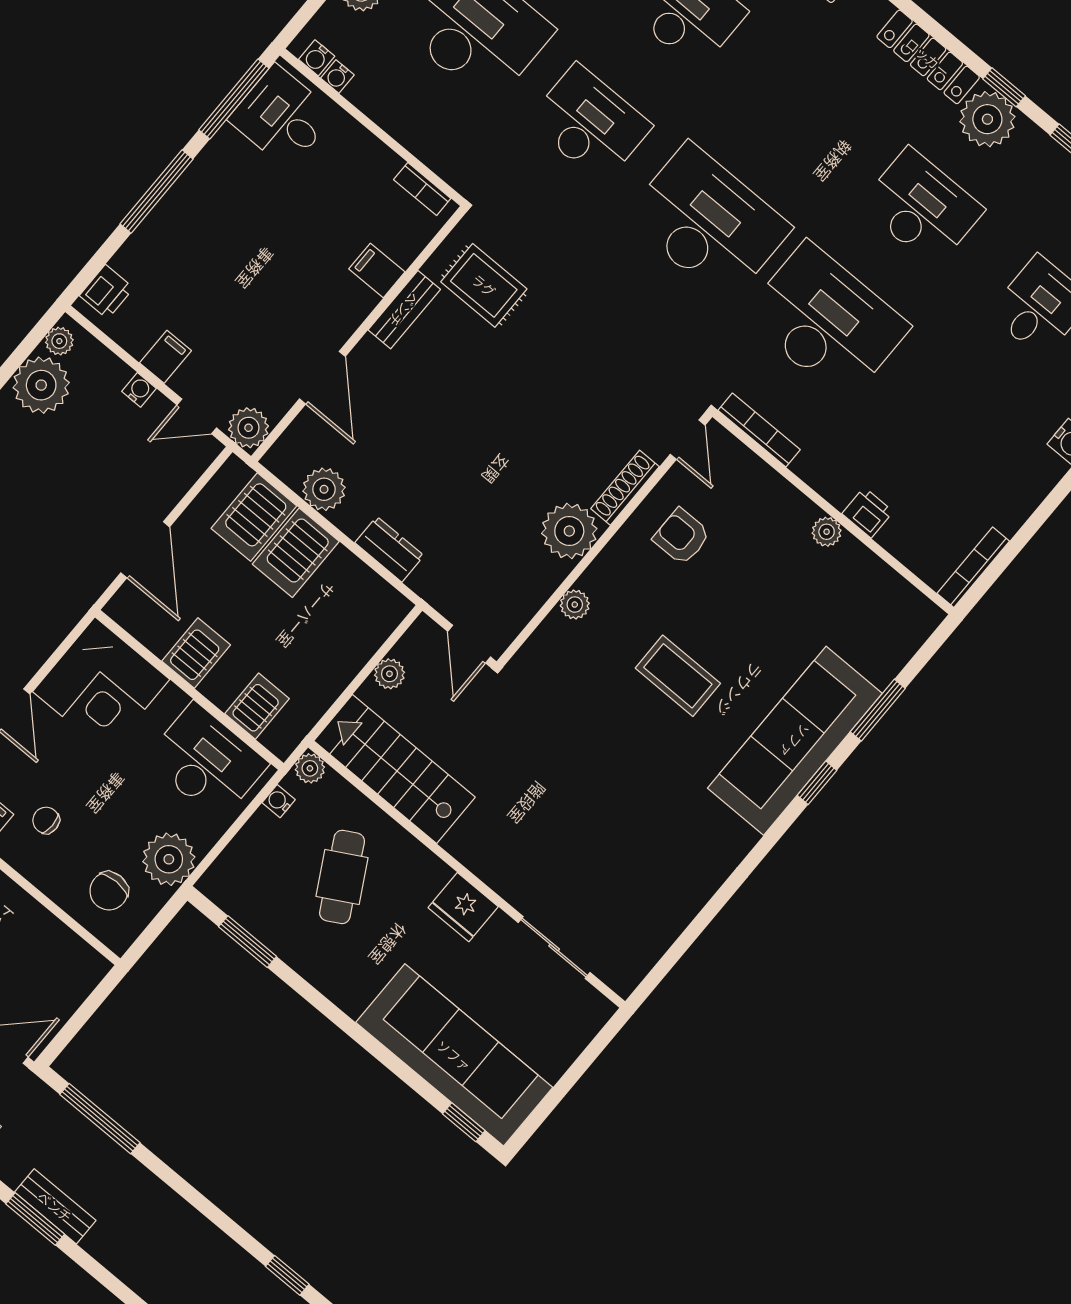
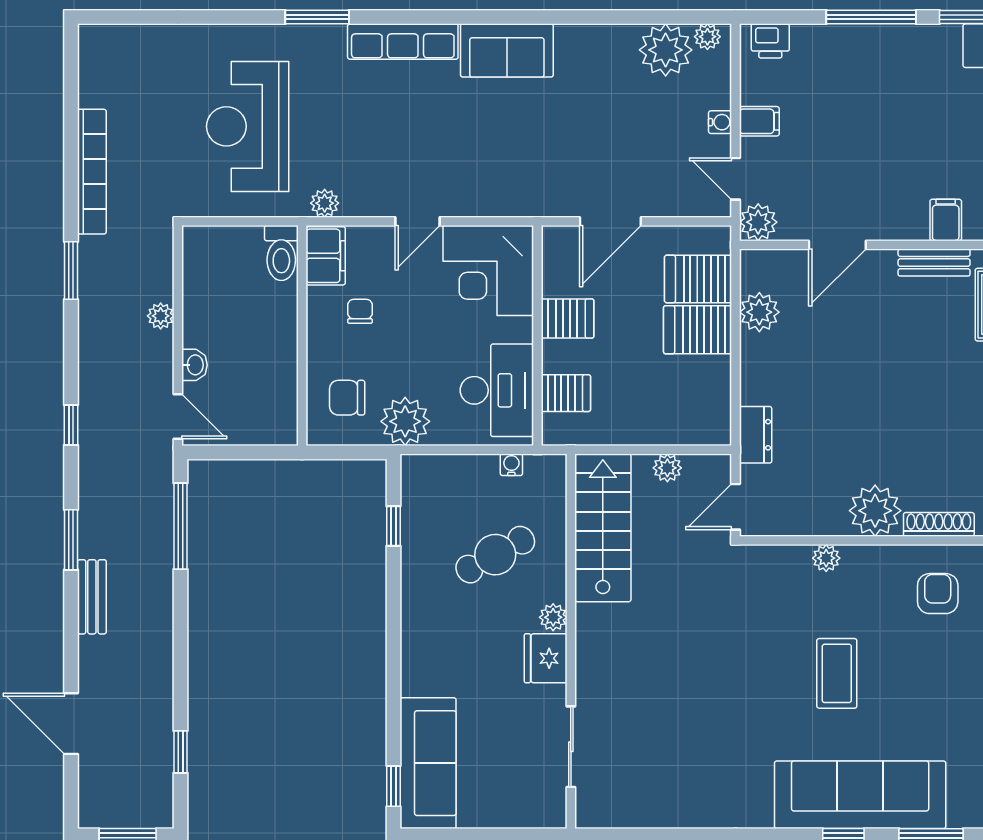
dresser: (389, 549) -> (756, 435), moved
plant: (310, 768) -> (553, 617), moved
window: (248, 942) -> (394, 526), width x0.67
sofa: (454, 1055) -> (428, 763), width x0.74, depth x0.79
bench: (55, 1206) -> (92, 597), moved

